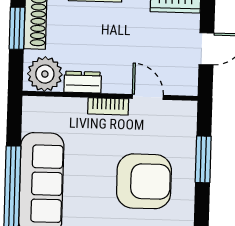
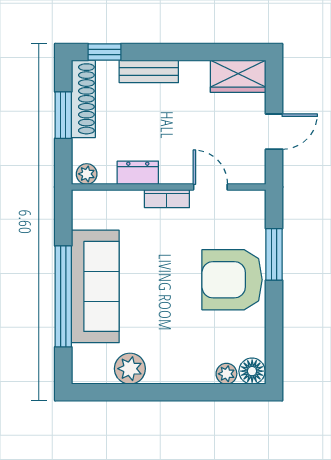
plant: (45, 74) -> (87, 174), width x0.53, depth x0.53
armchair: (144, 181) -> (232, 280), moved, turned 180

